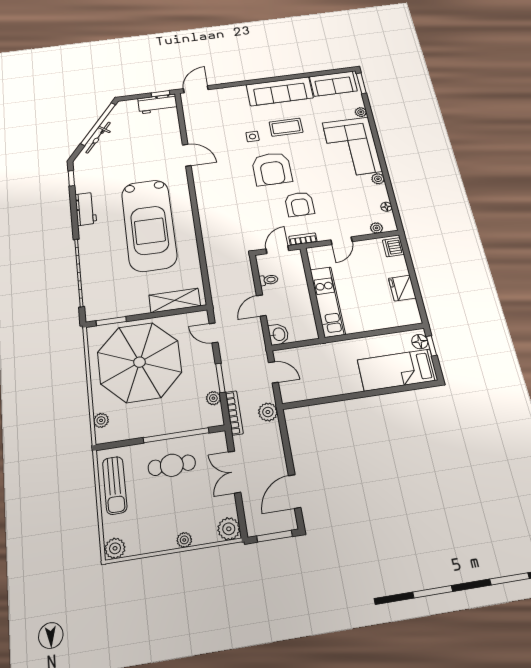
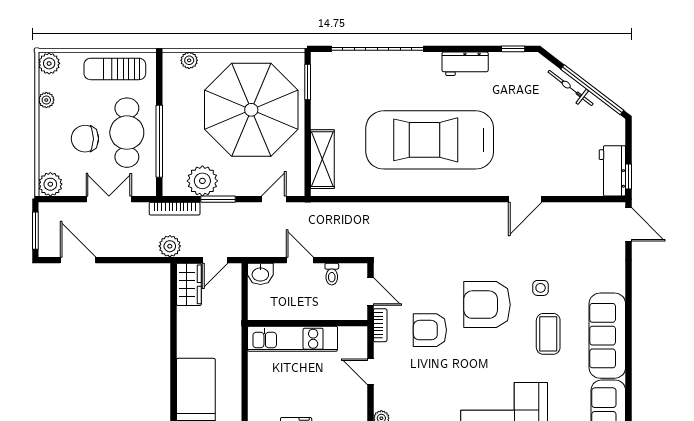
wardrobe: (298, 391) -> (189, 284), added
plant: (213, 398) -> (202, 181), width x1.87, depth x1.87
cafe table: (172, 465) -> (127, 133), width x1.37, depth x1.35
chair: (182, 503) -> (85, 139), added
plant: (184, 540) -> (46, 100), moved

